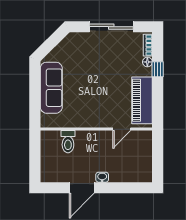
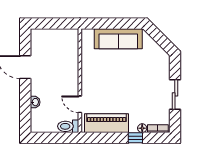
sliding door: (111, 27) -> (175, 94), width x0.73
toilet: (68, 142) -> (68, 126), moved
washbasin: (102, 177) -> (35, 102), moved

